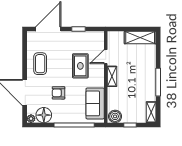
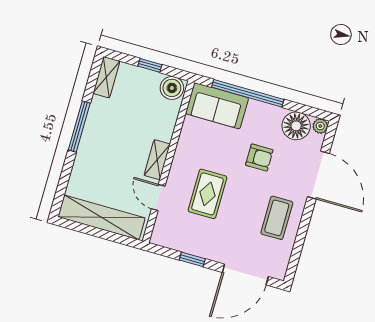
shelving: (140, 38) -> (101, 217), width x1.47
door: (106, 57) -> (158, 197), swing flipped
sofa: (95, 103) -> (217, 106), moved, turned 90

